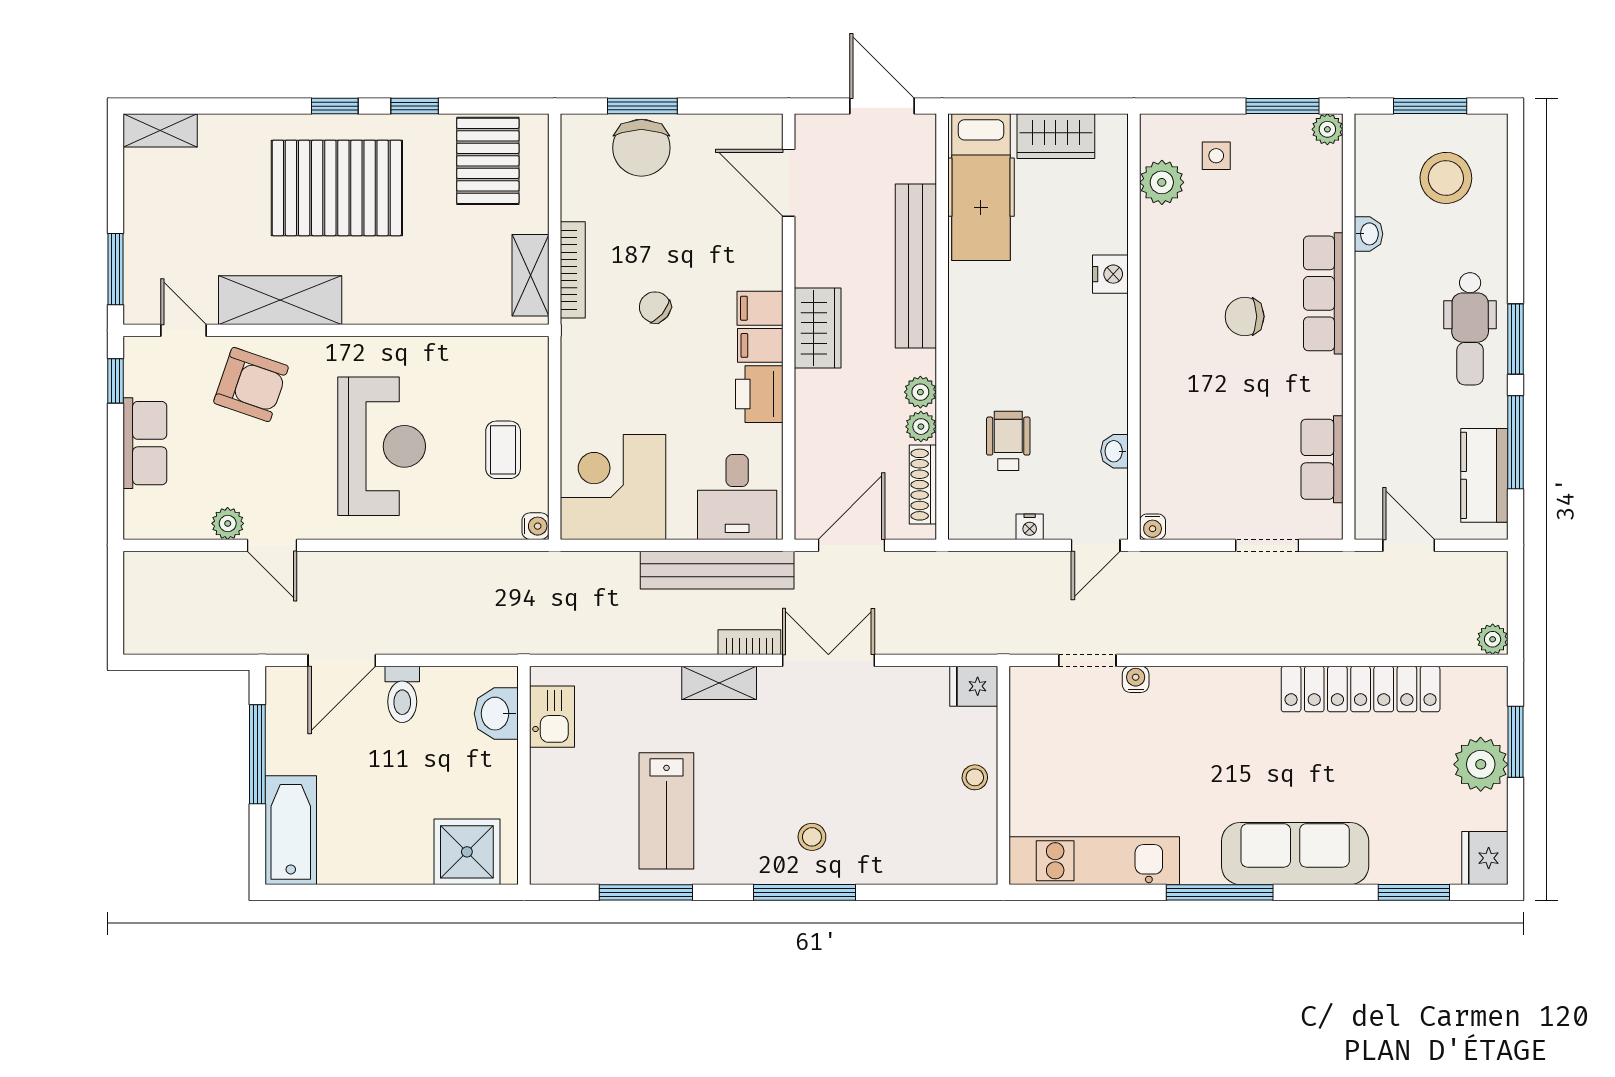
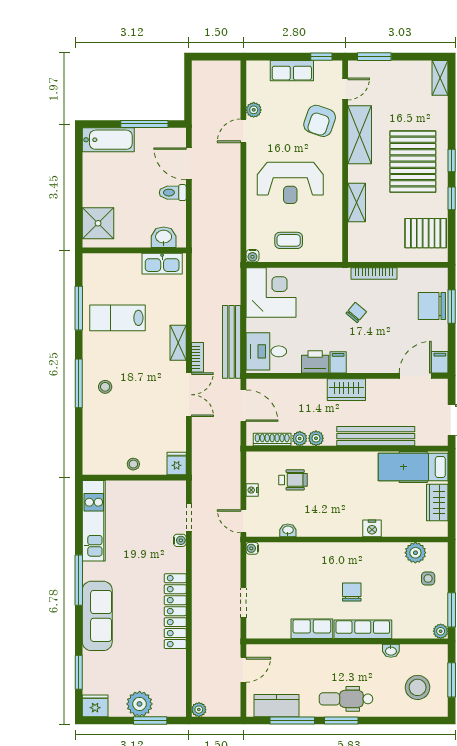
shelving: (531, 275) -> (357, 203), moved, turned 90
filing cabinet: (760, 308) -> (440, 362), moved
row of seats: (1322, 459) -> (312, 629), moved
locker: (1361, 689) -> (175, 611), moved
kitchen sink: (552, 717) -> (162, 264), width x1.38

